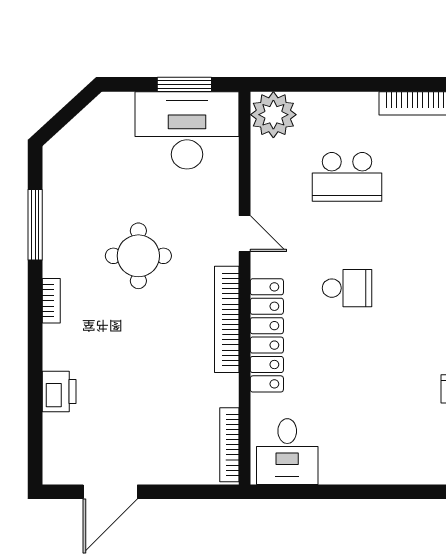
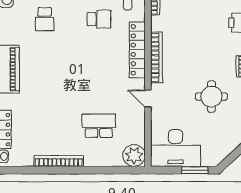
window: (184, 84) -> (195, 170), moved
round table: (138, 256) -> (211, 97), moved
school desk: (347, 288) -> (99, 19), moved, turned 180

